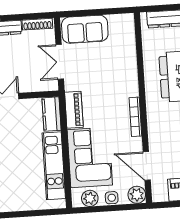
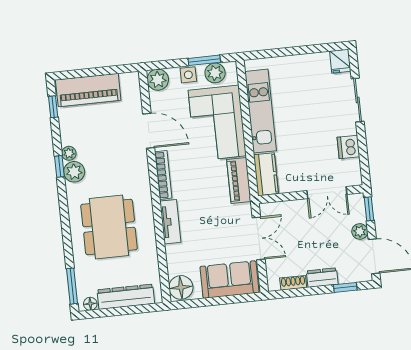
shoe rack: (37, 24) -> (293, 283), width x0.70
floor lamp: (125, 24) -> (181, 287), added
tv unit: (131, 78) -> (170, 222), added
door: (147, 166) -> (149, 131), moved
window: (98, 209) -> (204, 60), added

